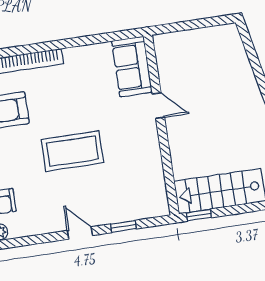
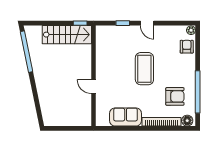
sofa: (132, 67) -> (126, 117), moved, turned -90
coffee table: (72, 151) -> (144, 69), turned 90

